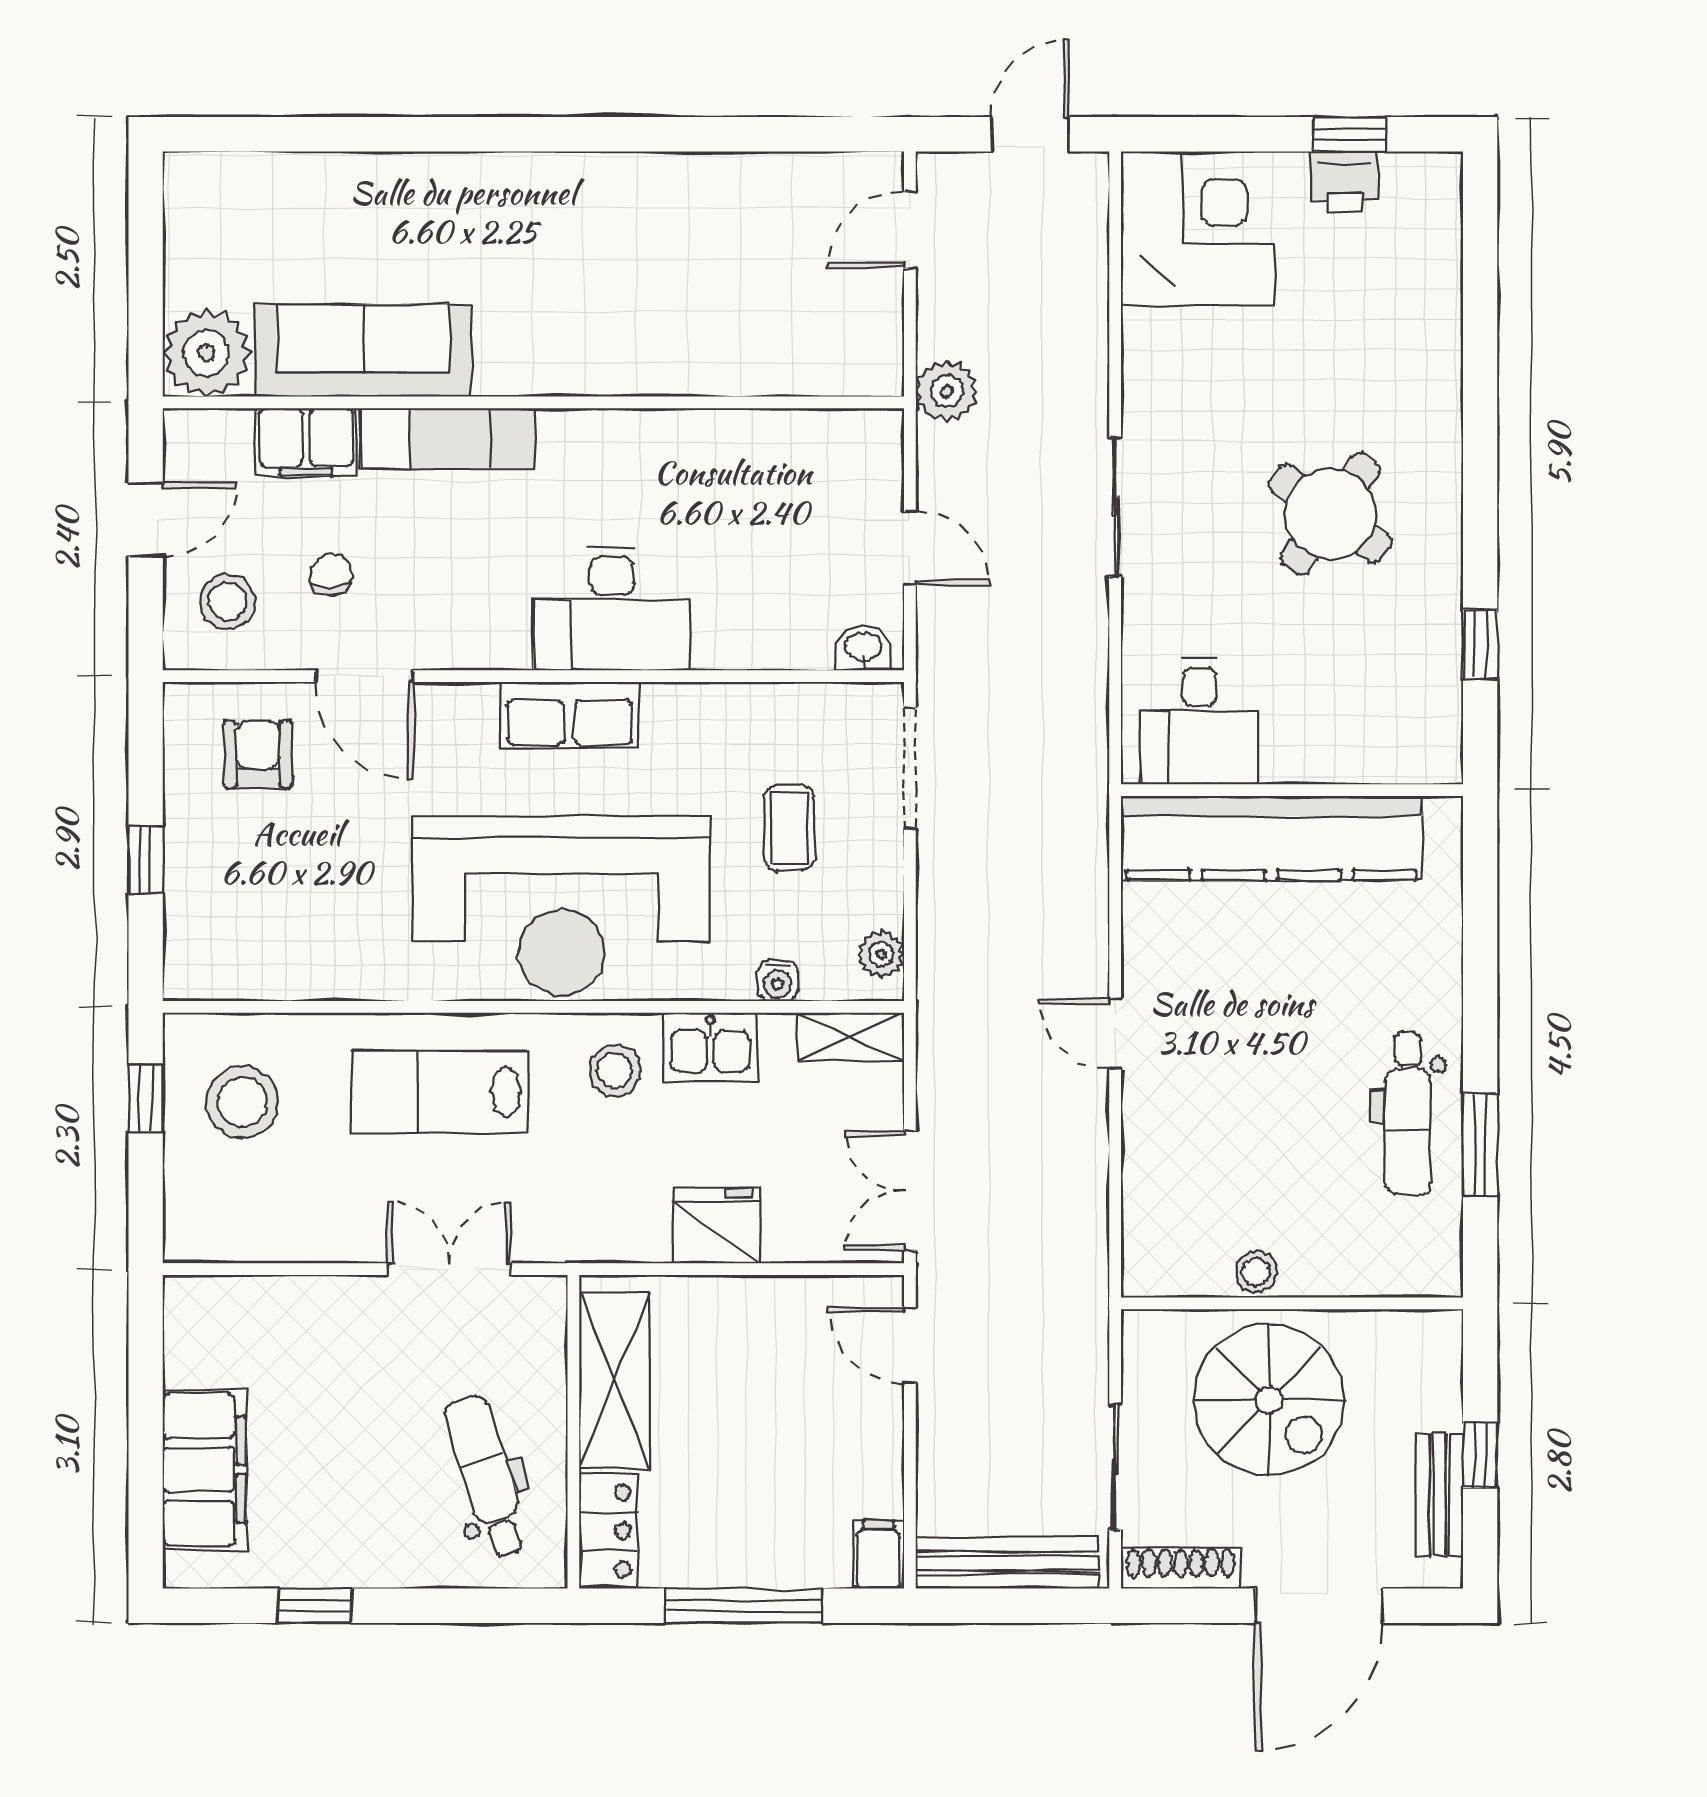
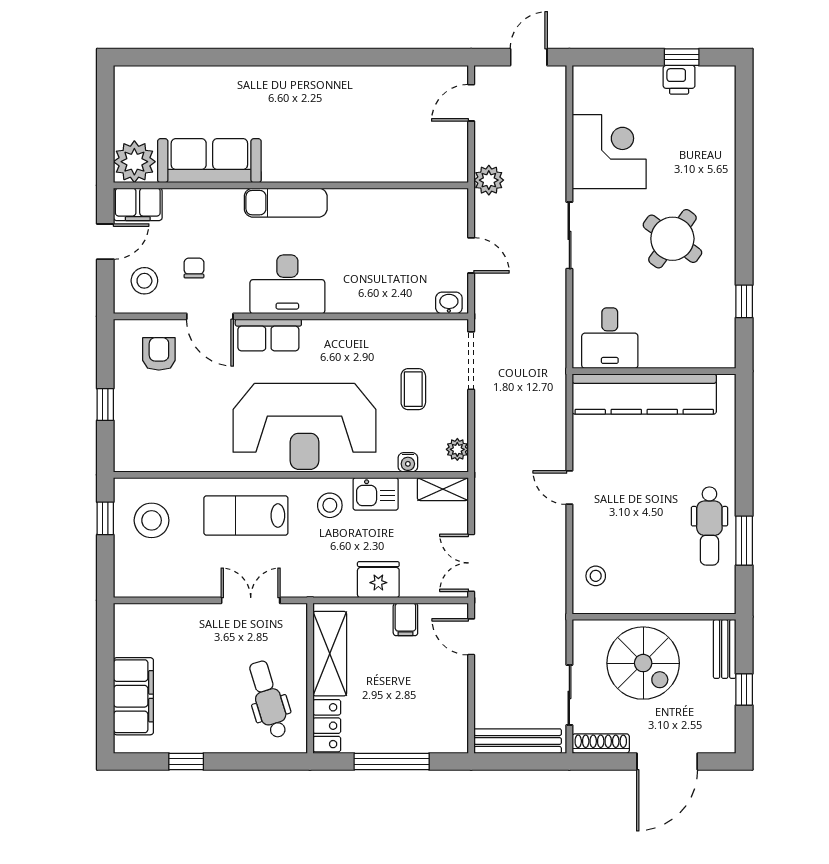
corner desk: (1198, 229) -> (609, 152), moved
exam couch: (448, 438) -> (286, 203), moved
filing cabinet: (306, 442) -> (138, 204), moved
desk: (612, 609) -> (287, 284), moved
row of seats: (570, 715) -> (268, 335), moved
stool: (1256, 1272) -> (596, 576), moved
bench: (1440, 1495) -> (725, 649), moved
filing cabinet: (879, 1555) -> (405, 619), moved, turned 180

